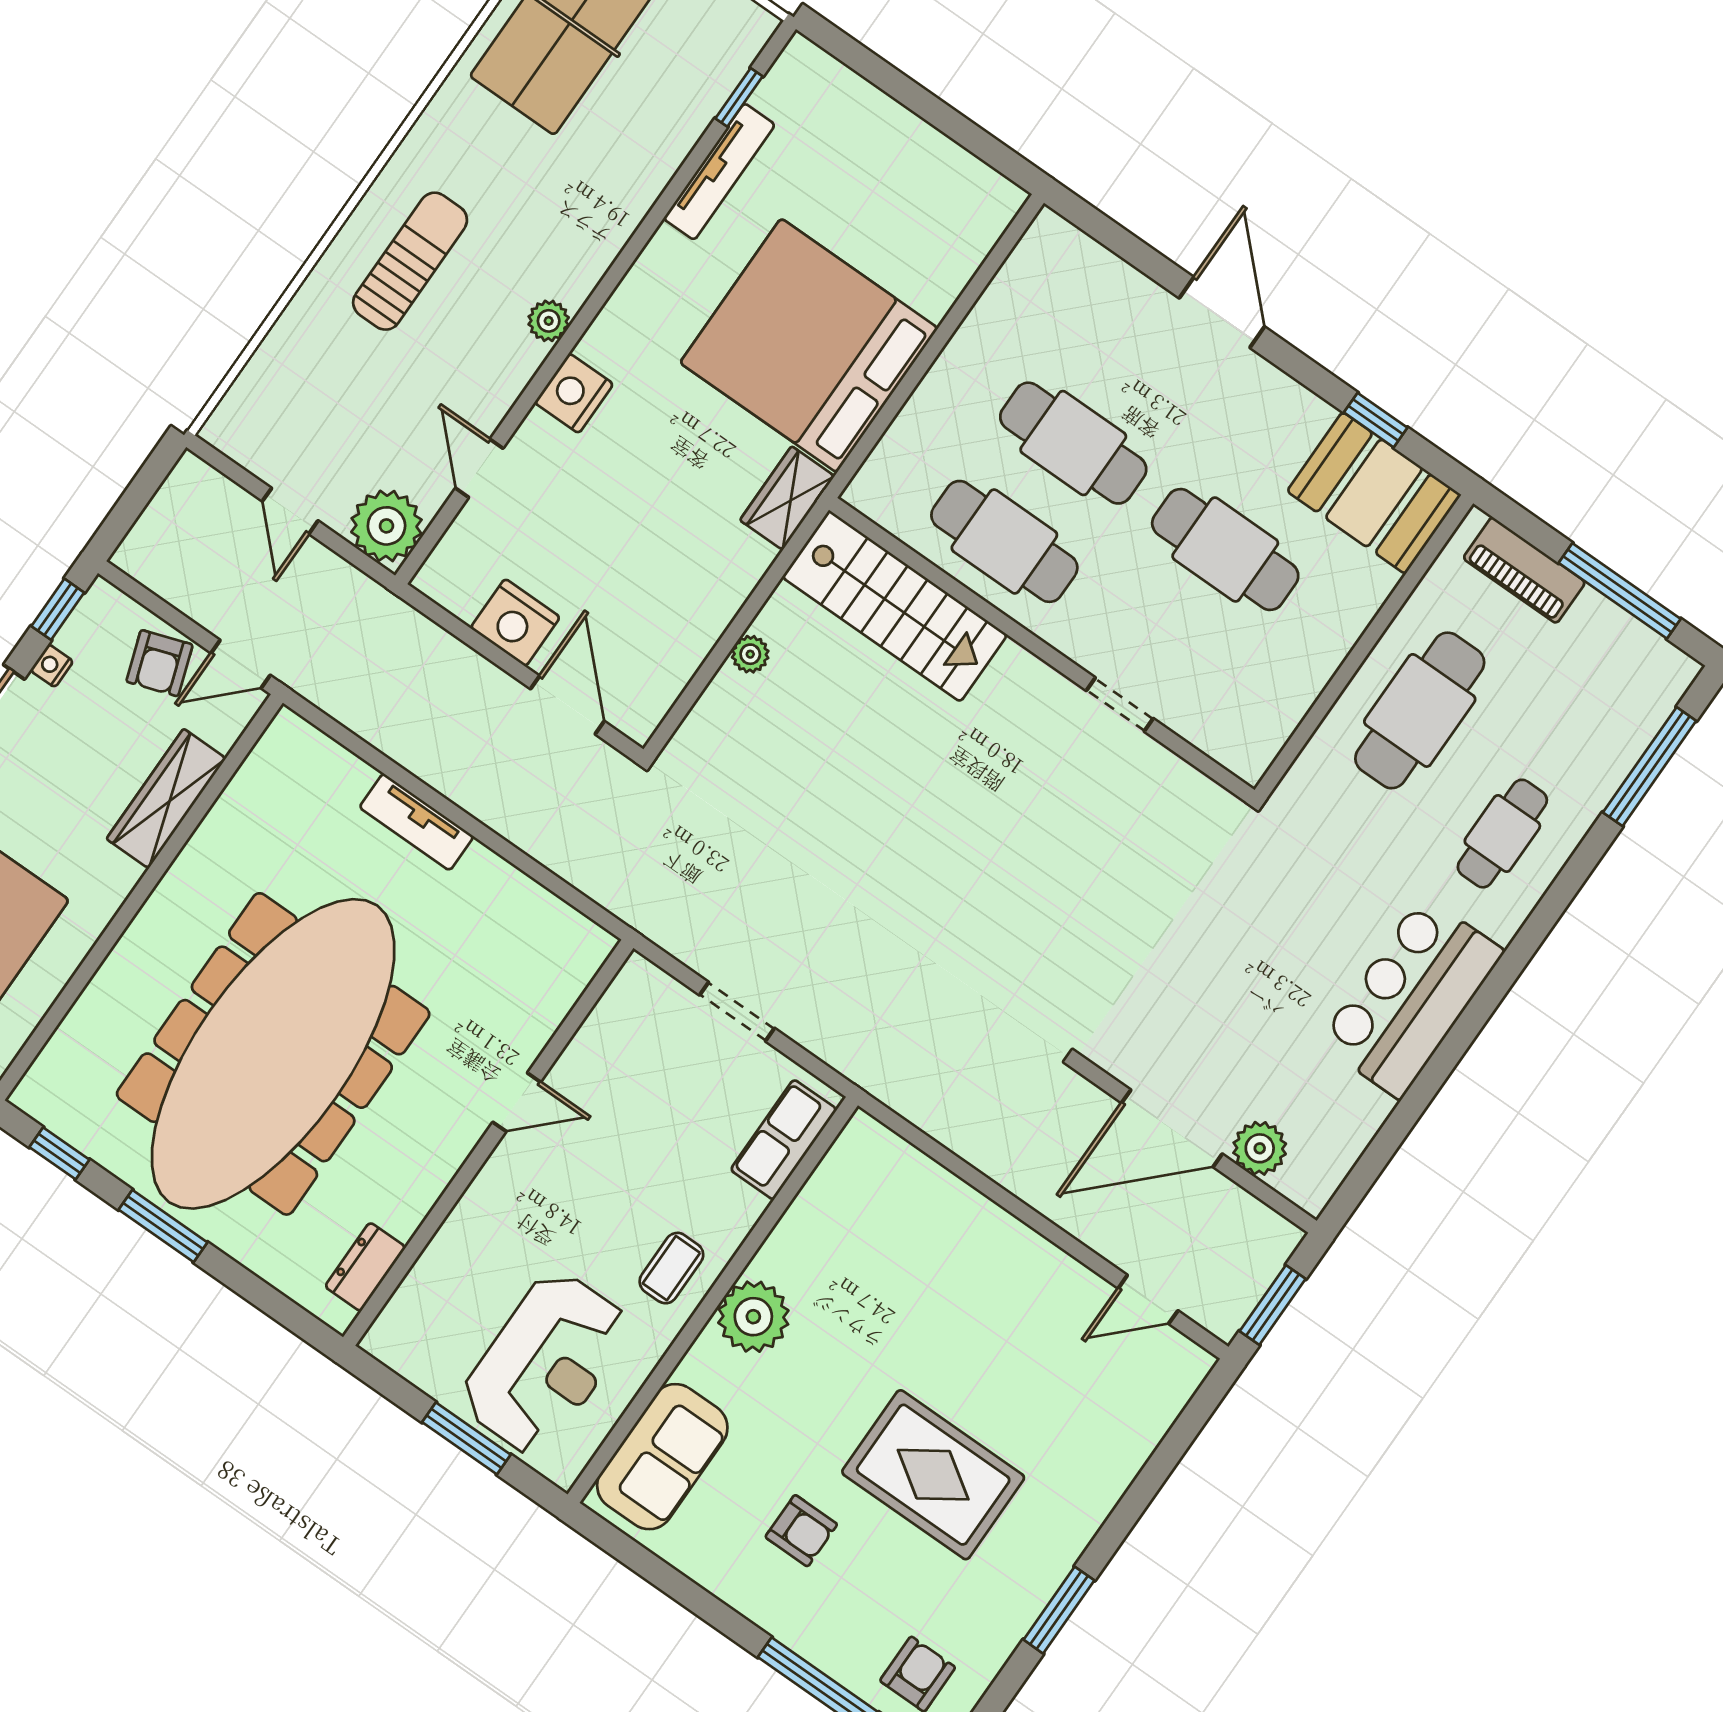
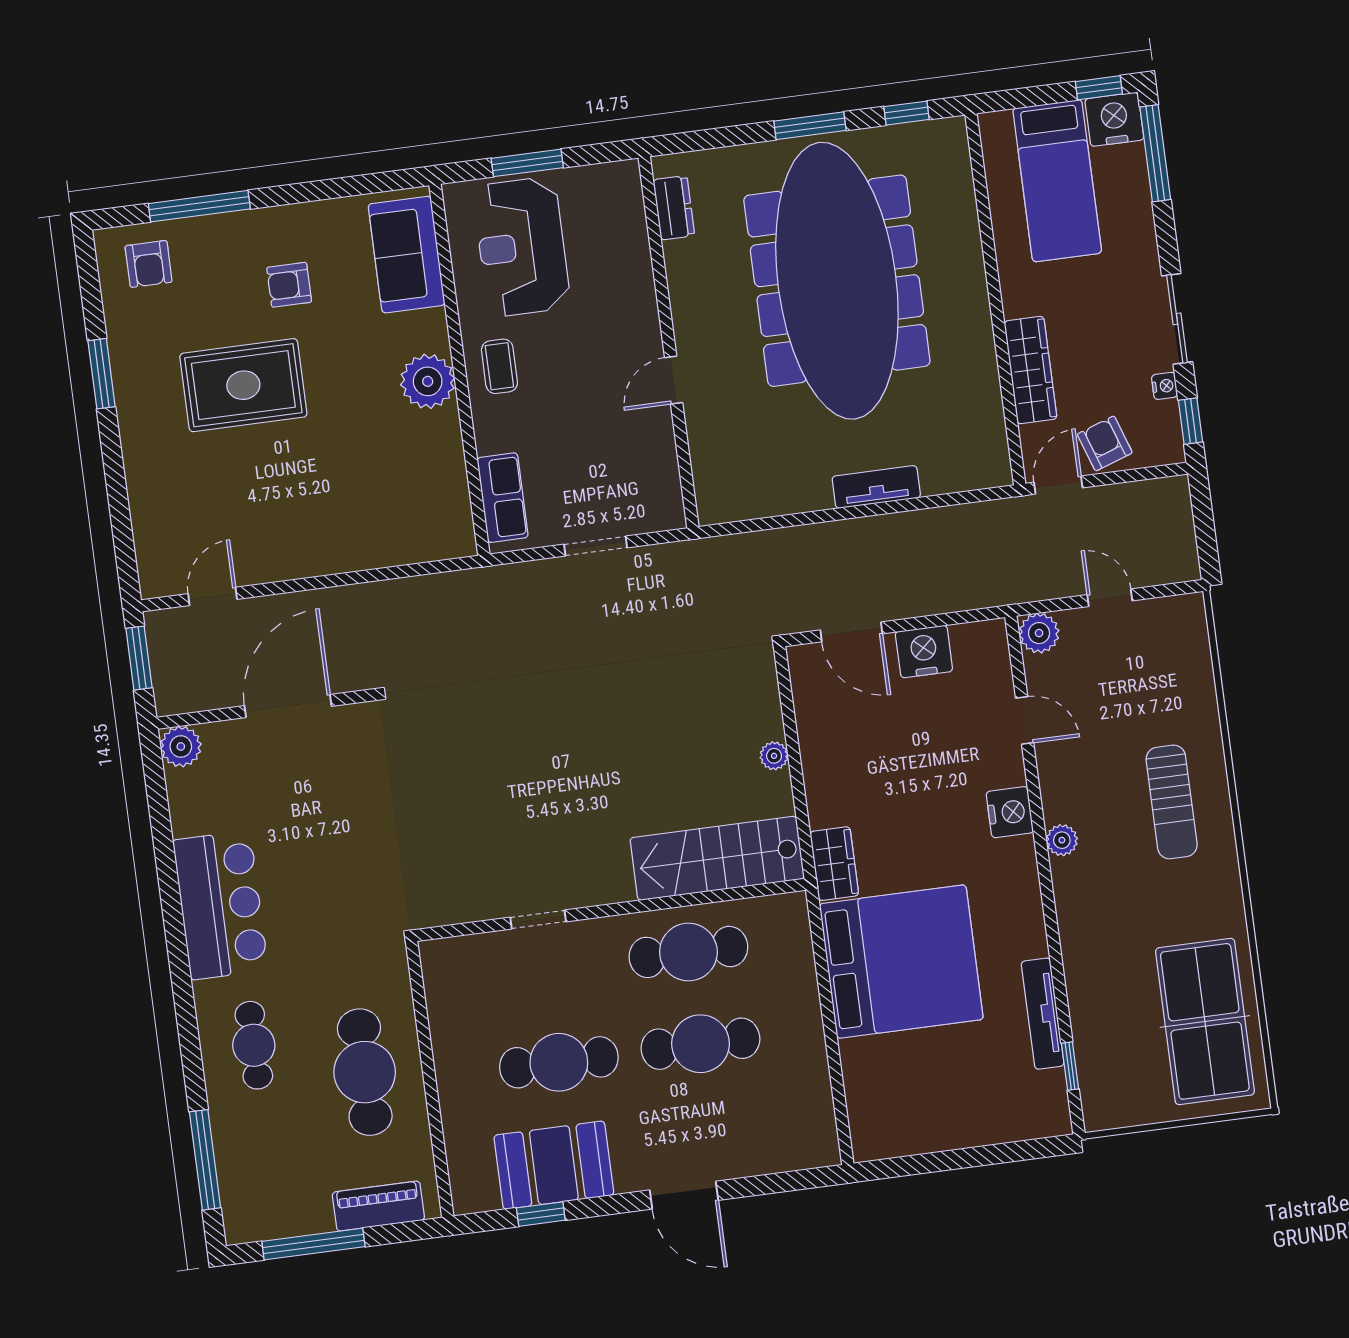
booth: (1374, 493) -> (554, 1165), moved
plant: (386, 526) -> (1039, 633), width x0.73, depth x0.73
plant: (1260, 1148) -> (181, 746), moved

